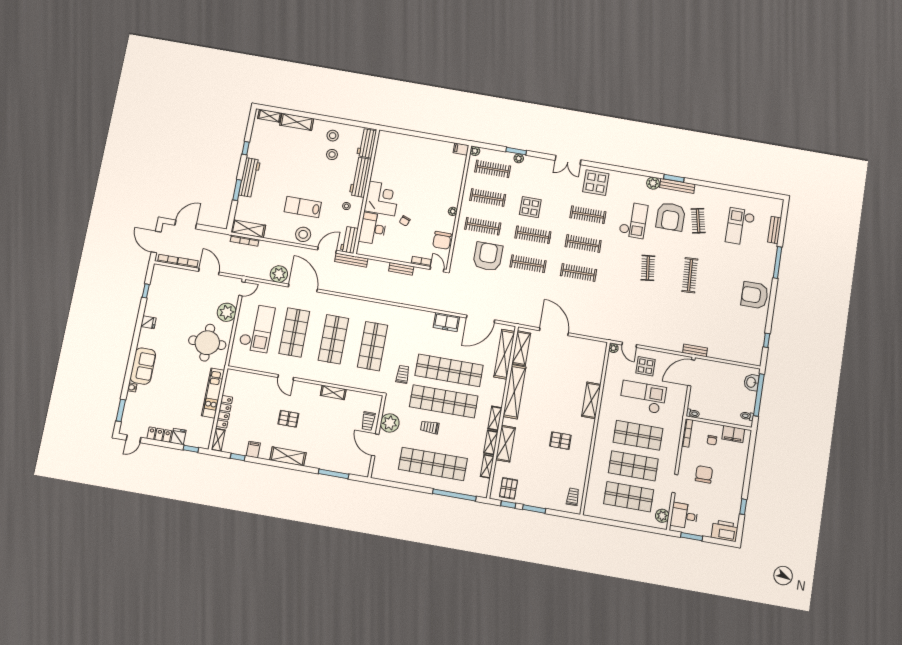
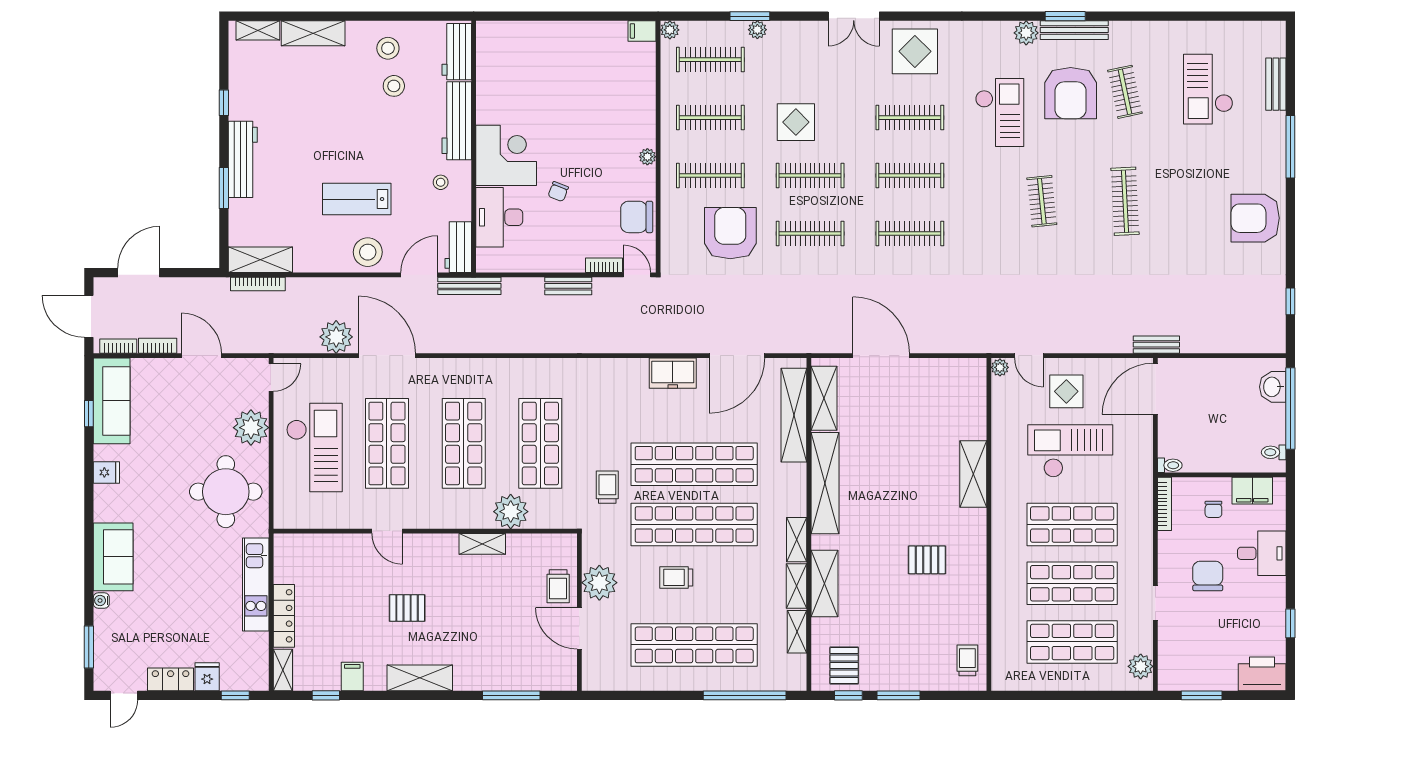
chair: (442, 240) -> (637, 217), turned 90
sofa: (159, 286) -> (112, 401), added
plant: (351, 378) -> (511, 512), added
desk: (684, 516) -> (1262, 553), moved, turned 180

